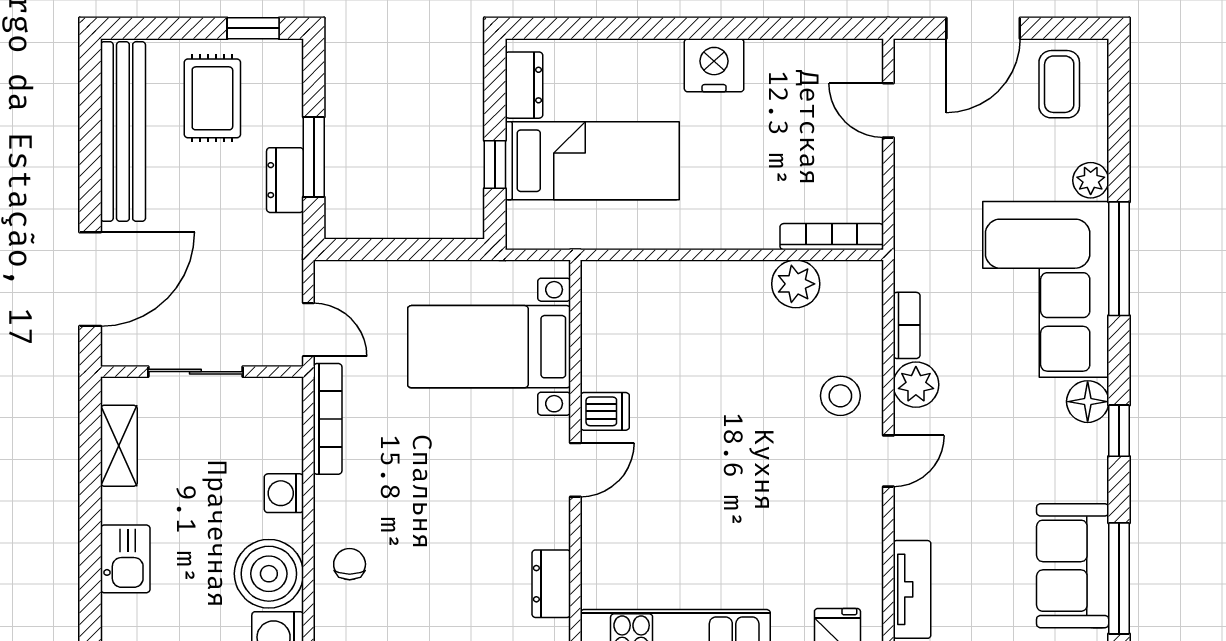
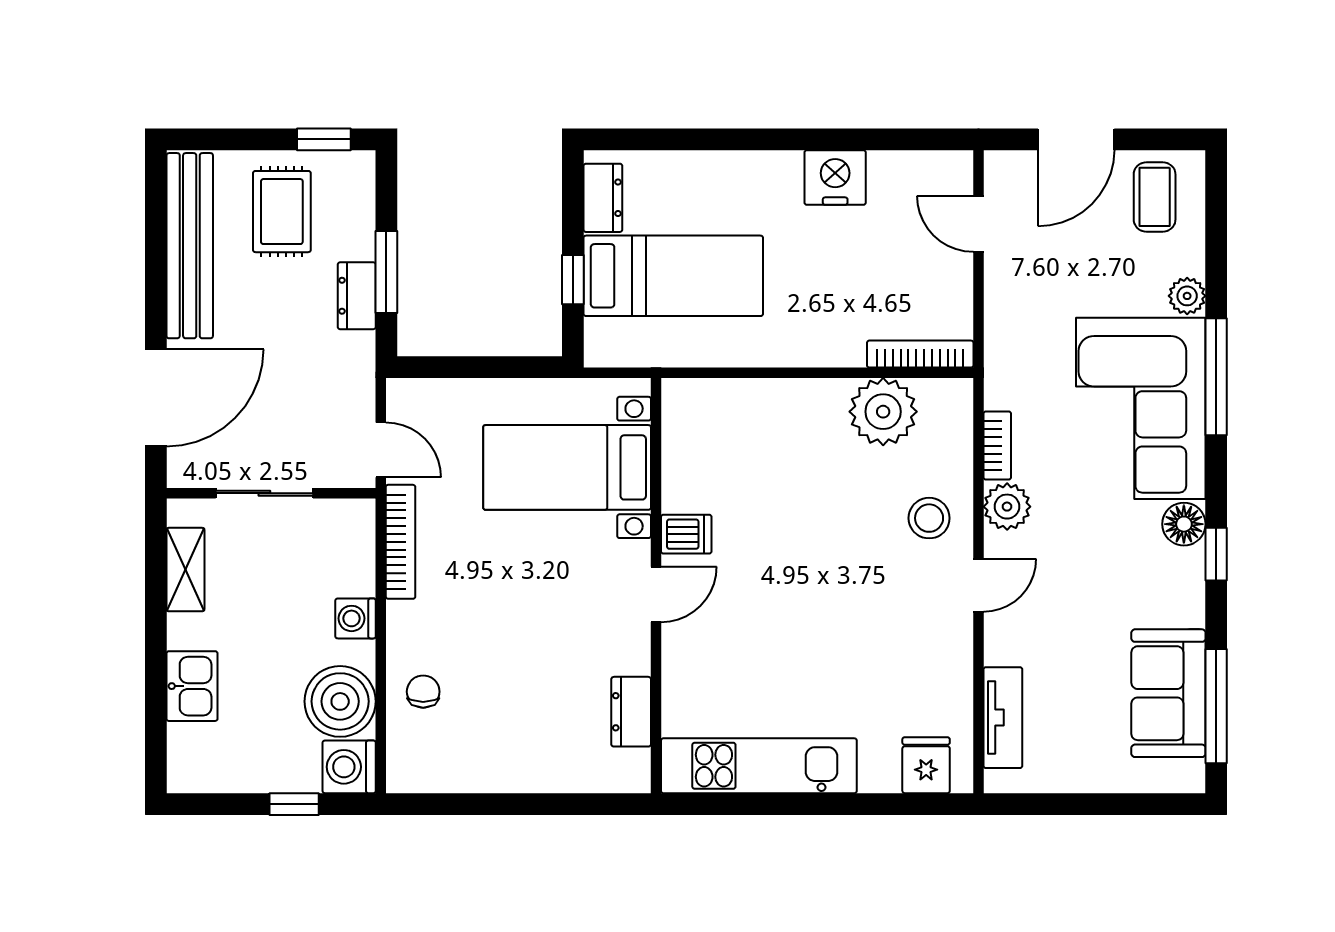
nightstand: (714, 65) -> (835, 177), moved
plant: (796, 284) -> (883, 412), width x1.36, depth x1.36

